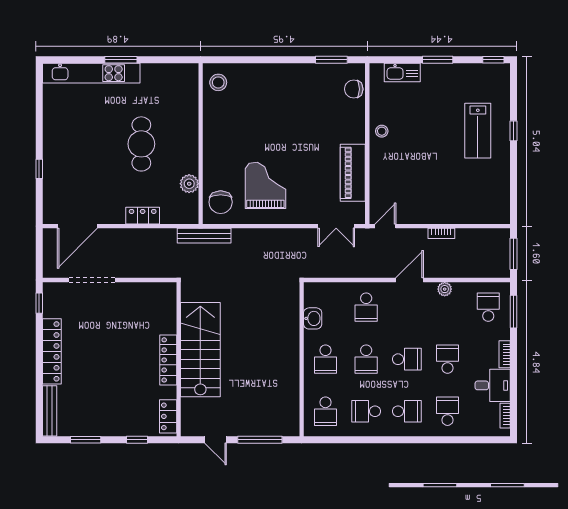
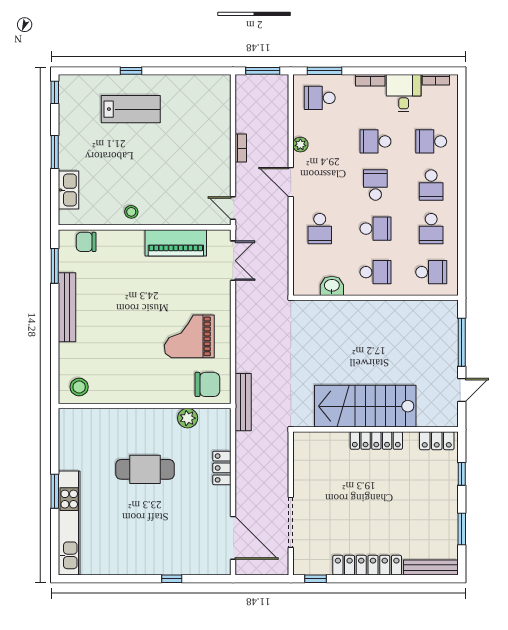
bench: (293, 71) -> (67, 307), added
chair: (354, 89) -> (86, 242), turned 90
school desk: (366, 307) -> (320, 229), turned 90
school desk: (407, 411) -> (431, 185), turned 180

